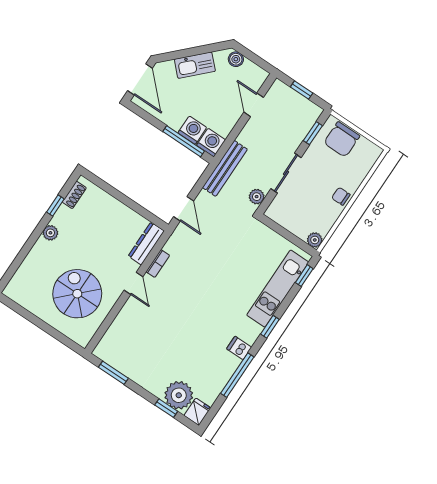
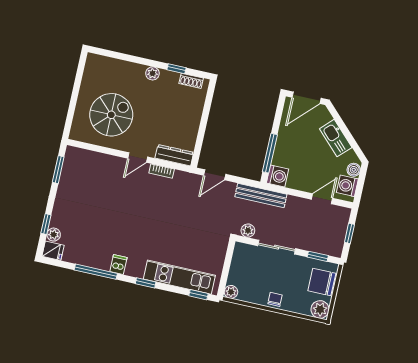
washing machine: (192, 130) -> (347, 186), moved, turned 180
plant: (370, 153) -> (320, 309), added
plant: (179, 395) -> (54, 235), width x0.53, depth x0.53

